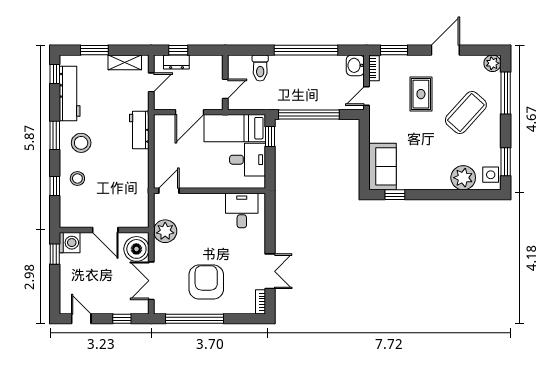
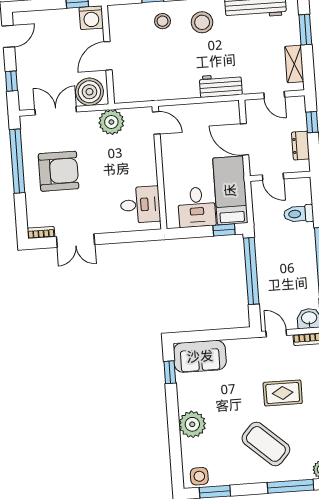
dresser: (176, 62) -> (301, 146), moved
plant: (463, 178) -> (192, 424), moved

